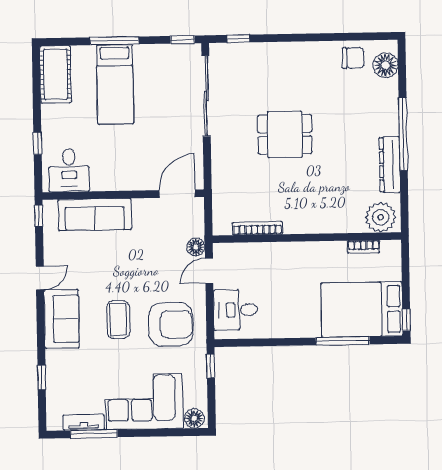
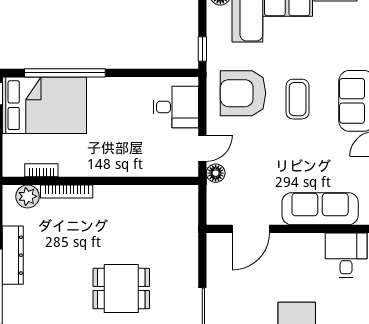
door: (177, 194) -> (251, 229), moved
plant: (381, 217) -> (27, 196), width x0.73, depth x0.73
bookcase: (257, 228) -> (67, 192), moved
window: (343, 341) -> (65, 73), width x1.46

